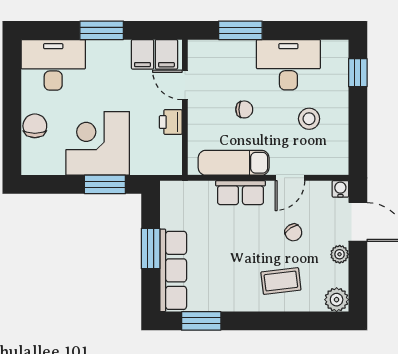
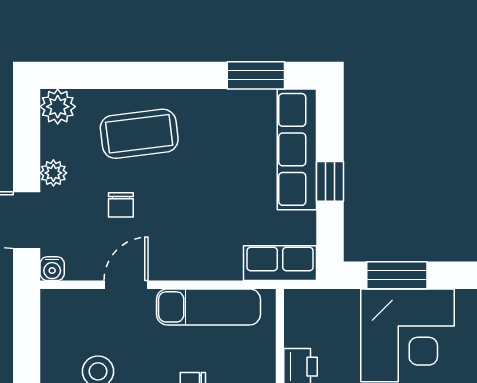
row of seats: (240, 193) -> (280, 263), moved
chair: (293, 232) -> (121, 205), turned -147
window: (151, 249) -> (330, 181), width x0.67
coffee table: (281, 281) -> (139, 134), width x1.36, depth x1.30

